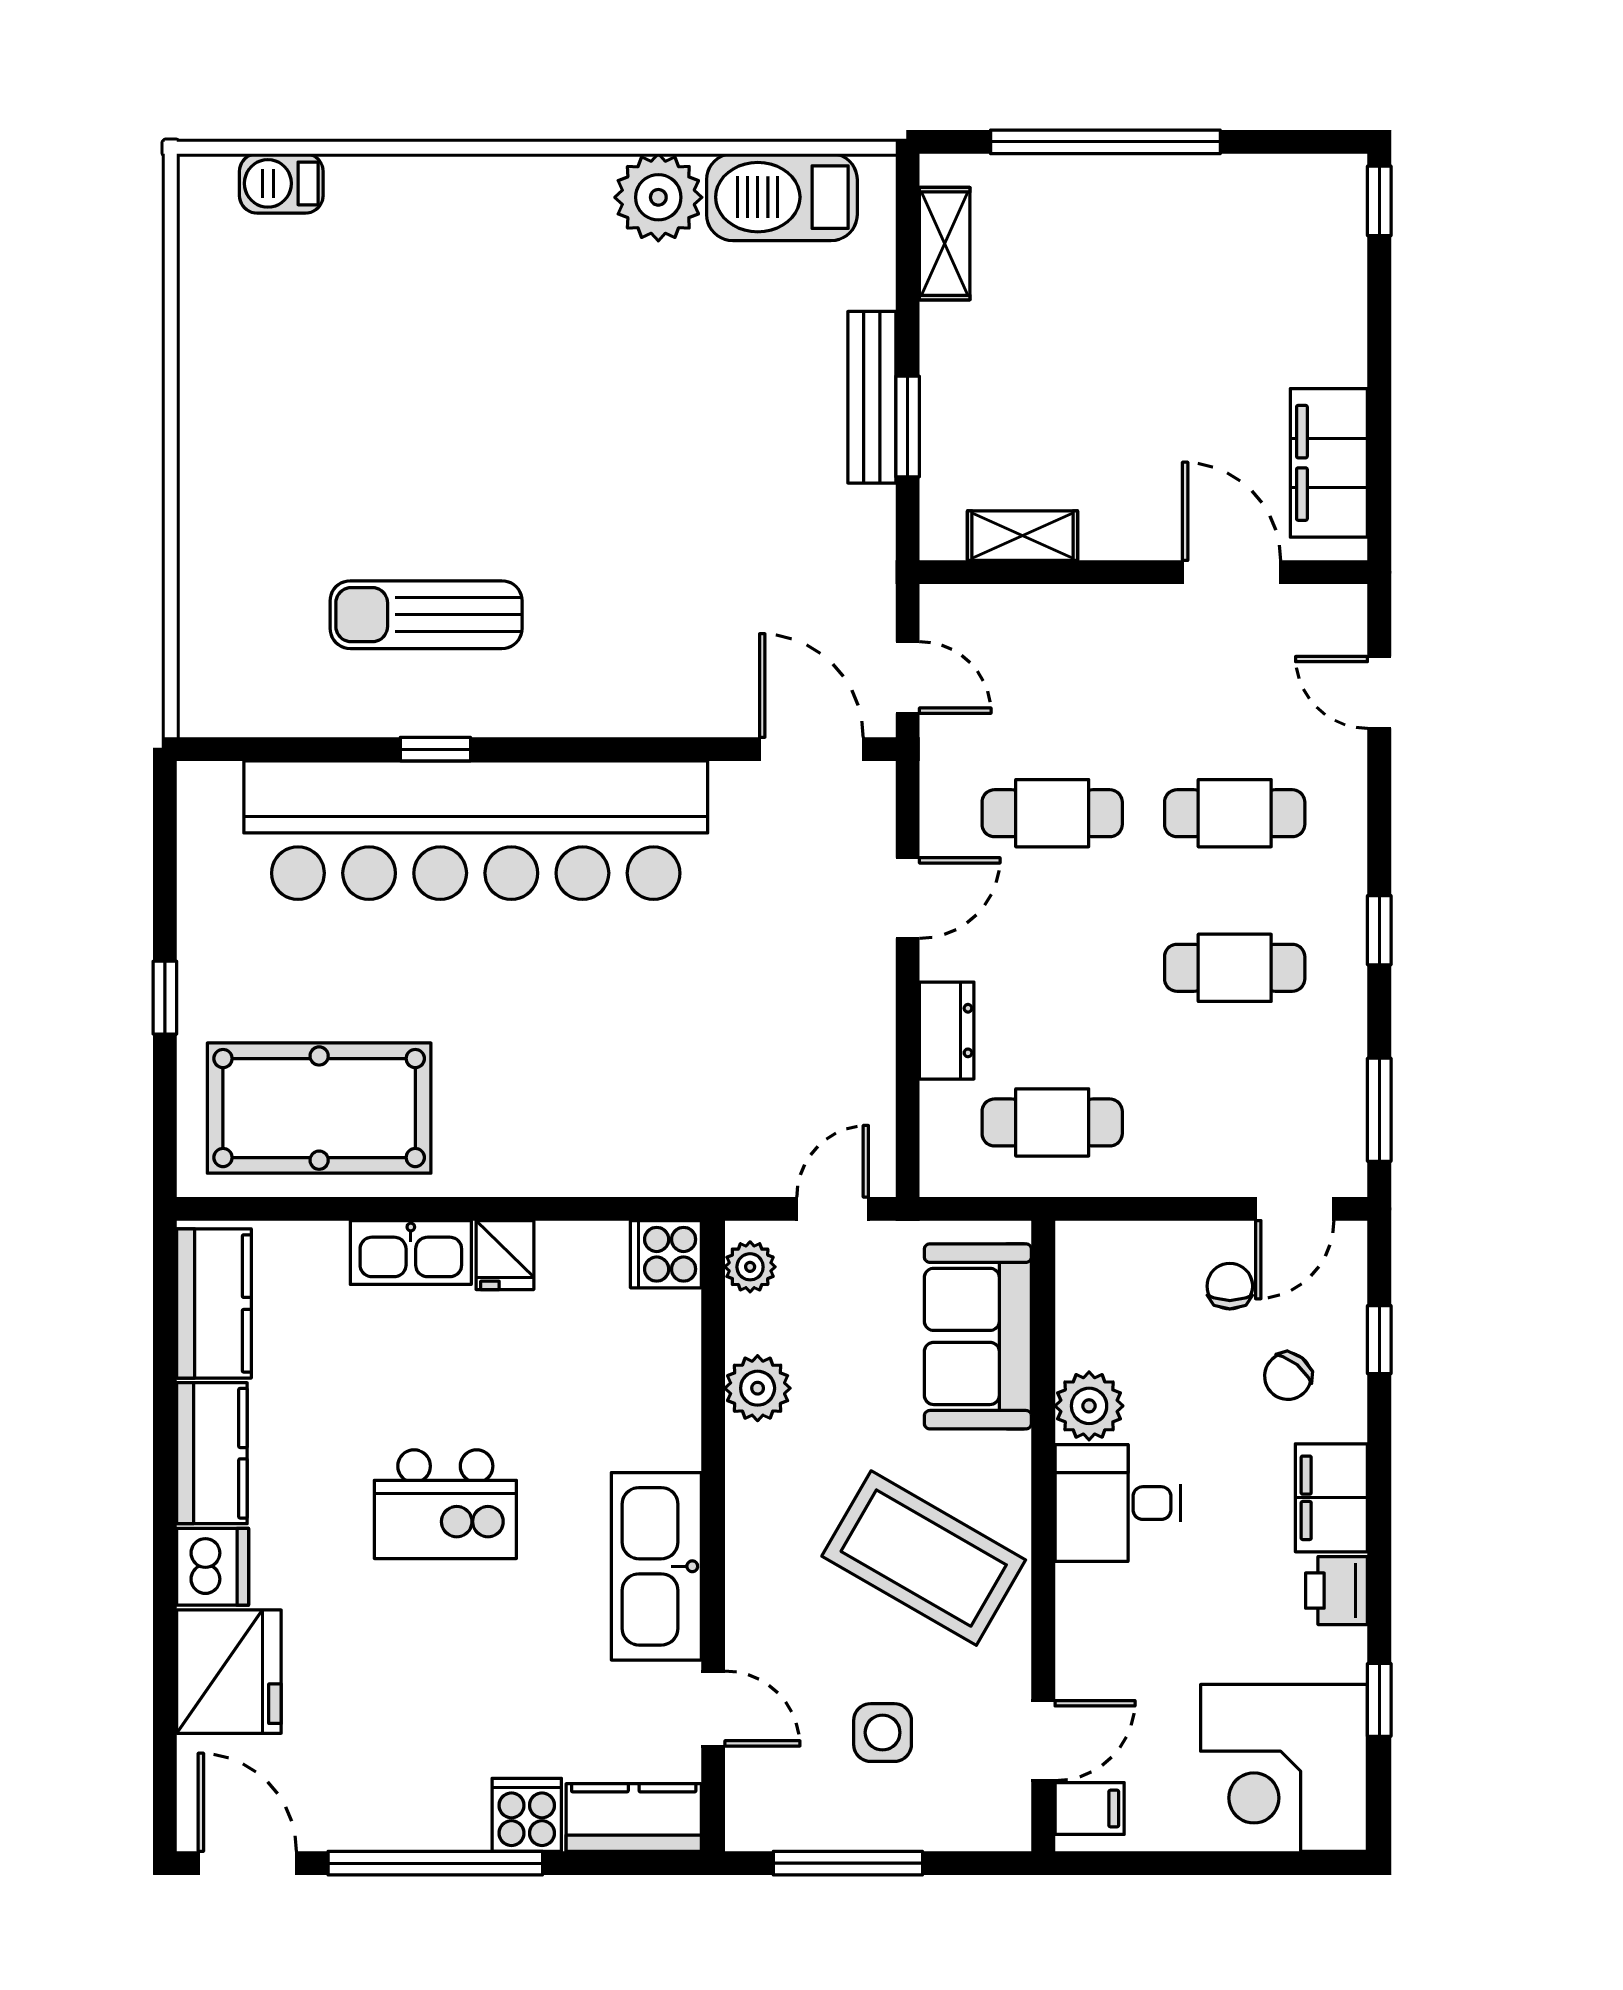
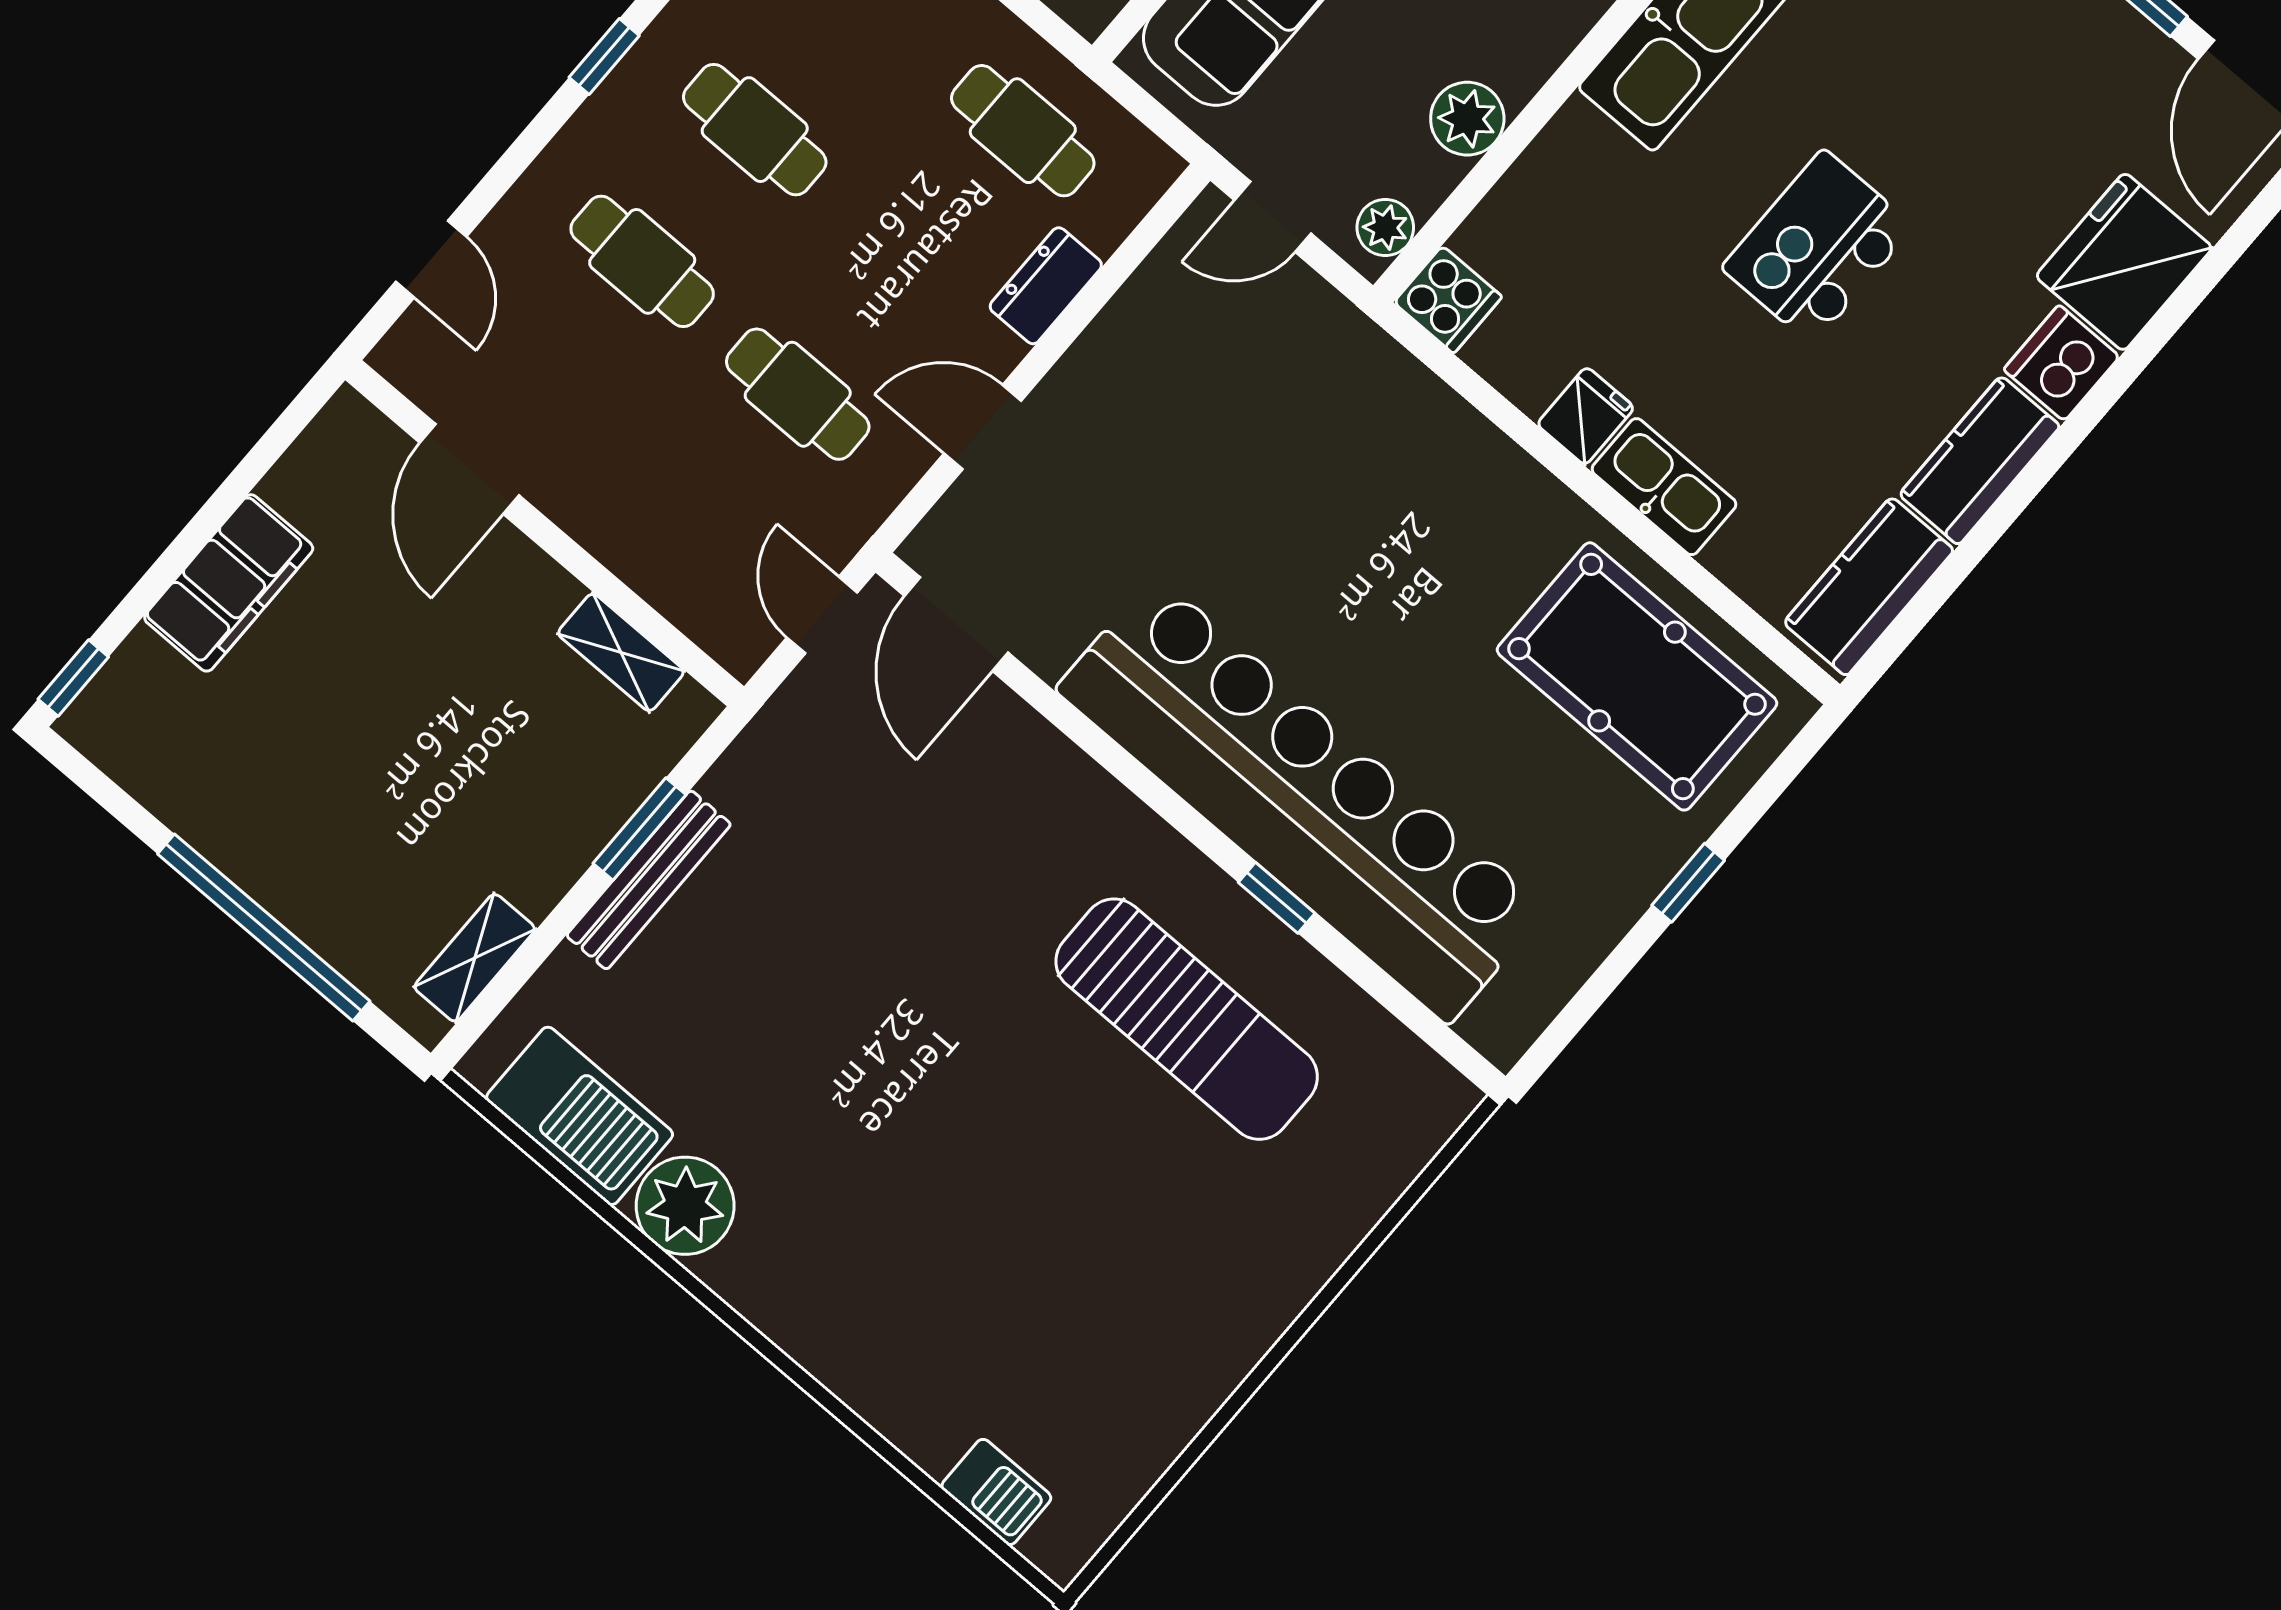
filing cabinet: (1329, 463) -> (229, 583), moved
sun lounger: (426, 615) -> (1187, 1019), width x1.36, depth x1.34
kitchen island: (445, 1504) -> (1818, 247), turned -90

